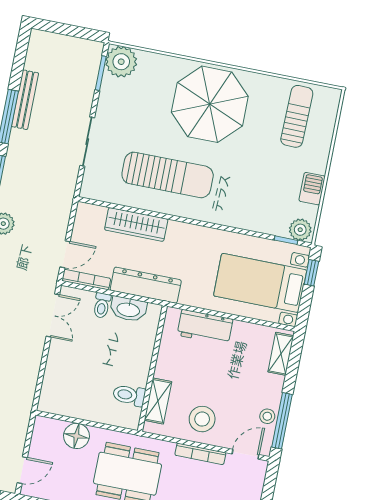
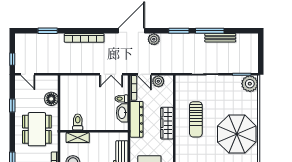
sun lounger: (168, 175) -> (196, 119), width x0.73, depth x0.75
wardrobe: (136, 224) -> (167, 123), moved
plant: (83, 231) -> (158, 81), added

